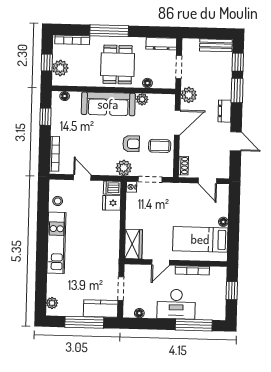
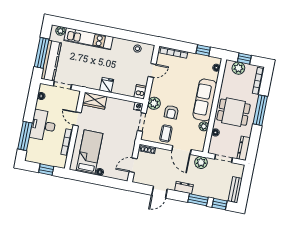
fridge: (112, 203) -> (107, 85), moved
kitchen unit: (56, 243) -> (88, 39), moved
kitchen counter: (101, 308) -> (51, 61), width x1.50

